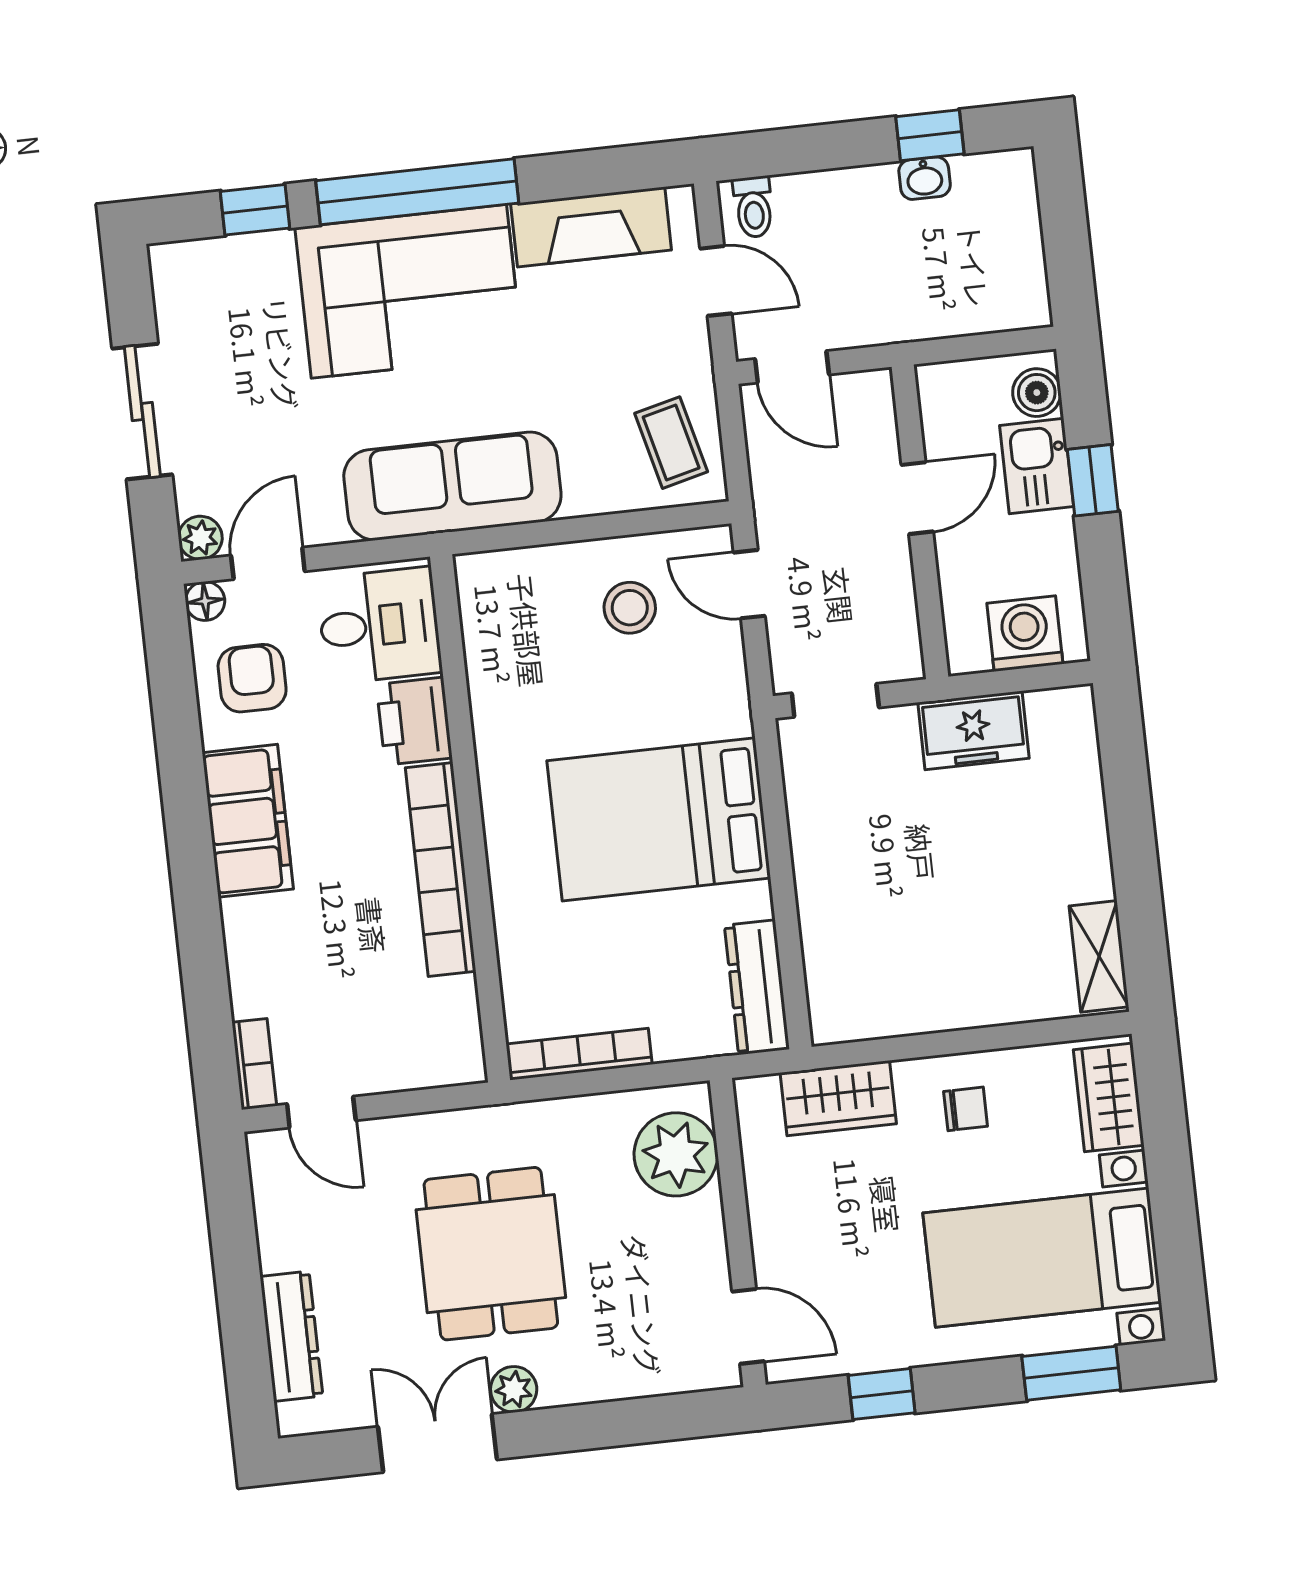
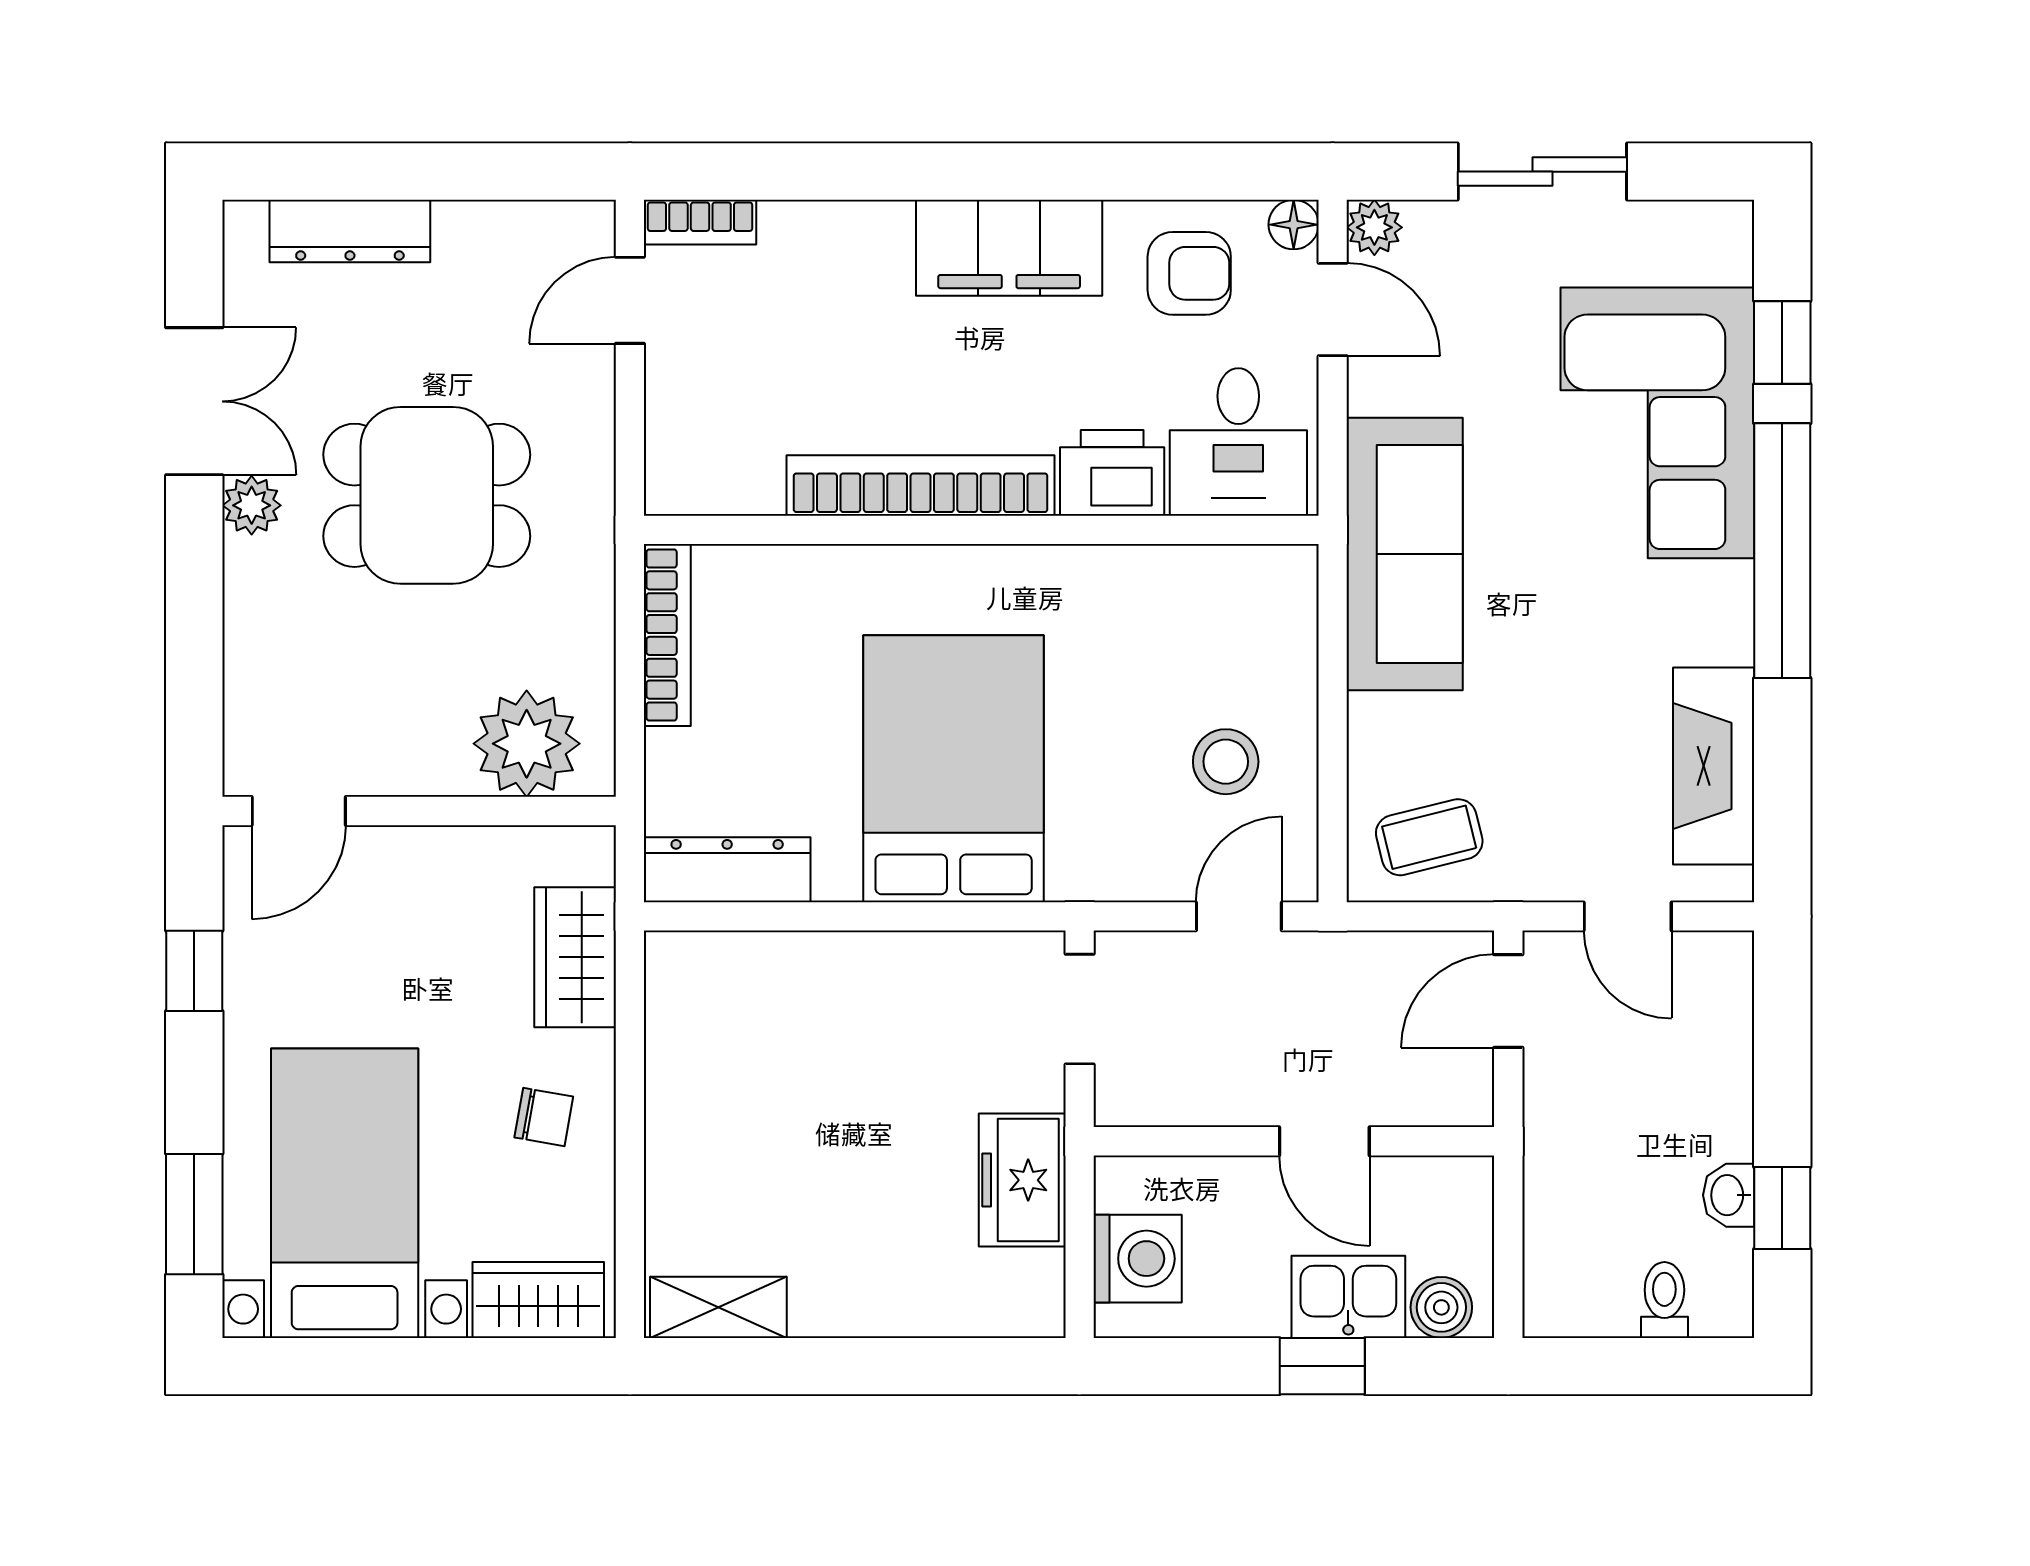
toilet: (753, 207) -> (1664, 1300), moved, turned 90
door: (716, 281) -> (1628, 916), hinge flipped
corner sofa: (409, 291) -> (1657, 423), moved
chair: (966, 1109) -> (544, 1117), turned -80

